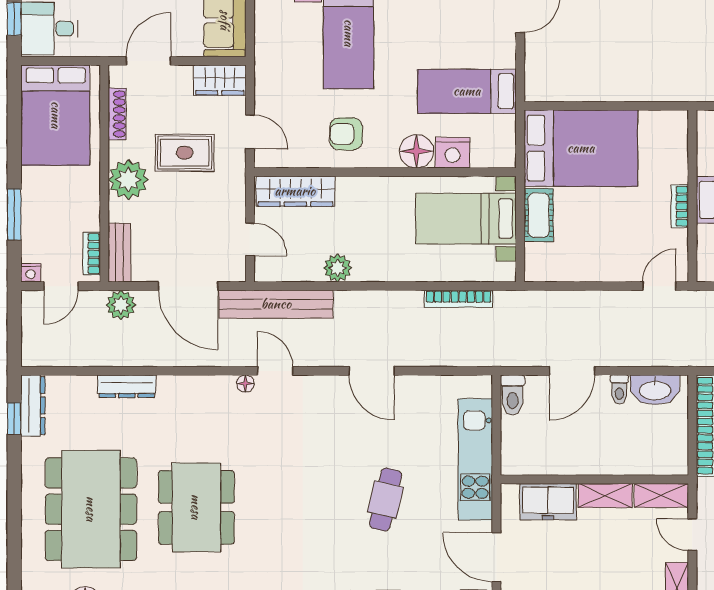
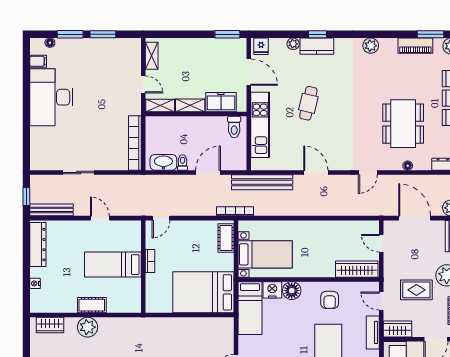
tv unit: (266, 74) -> (373, 332), added
bed: (467, 91) -> (250, 308), moved, turned 90
armchair: (346, 134) -> (330, 300), turned 90
cot: (539, 215) -> (226, 238), moved
plant: (338, 268) -> (334, 228), removed
bookcase: (459, 299) -> (235, 211), moved
bench: (276, 304) -> (262, 182), moved
door: (275, 371) -> (368, 173), hinge flipped
floor lamp: (245, 384) -> (408, 166), moved
toilet: (513, 395) -> (234, 127), moved, turned 180
dining table: (196, 507) -> (403, 124), moved

